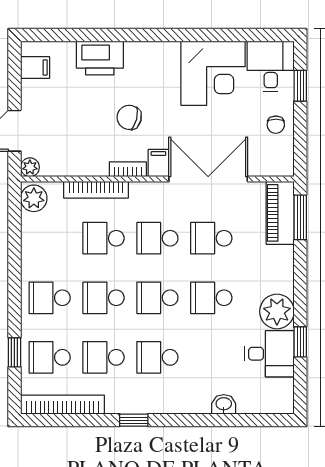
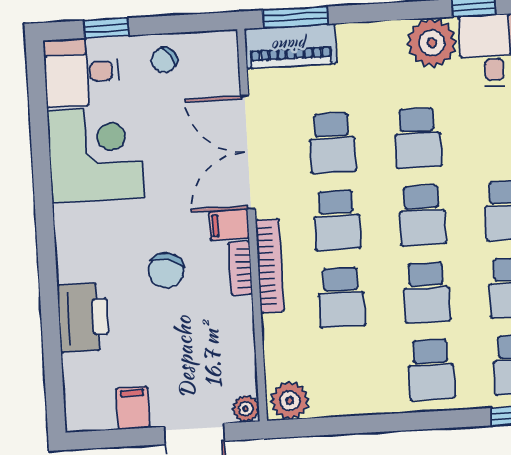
filing cabinet: (35, 67) -> (133, 408), moved
chair: (276, 125) -> (164, 60), turned 145
bookcase: (96, 190) -> (270, 266), moved

